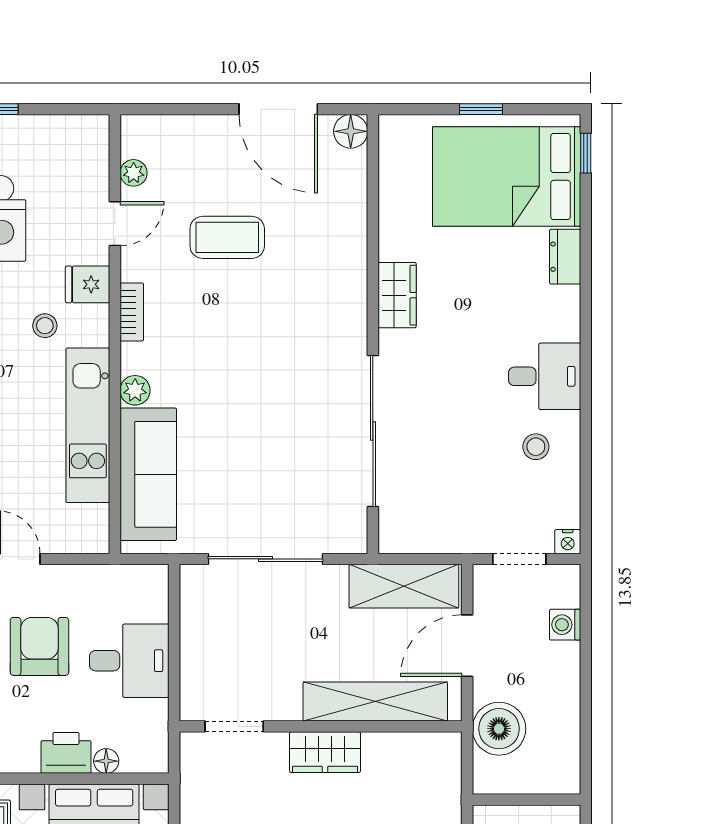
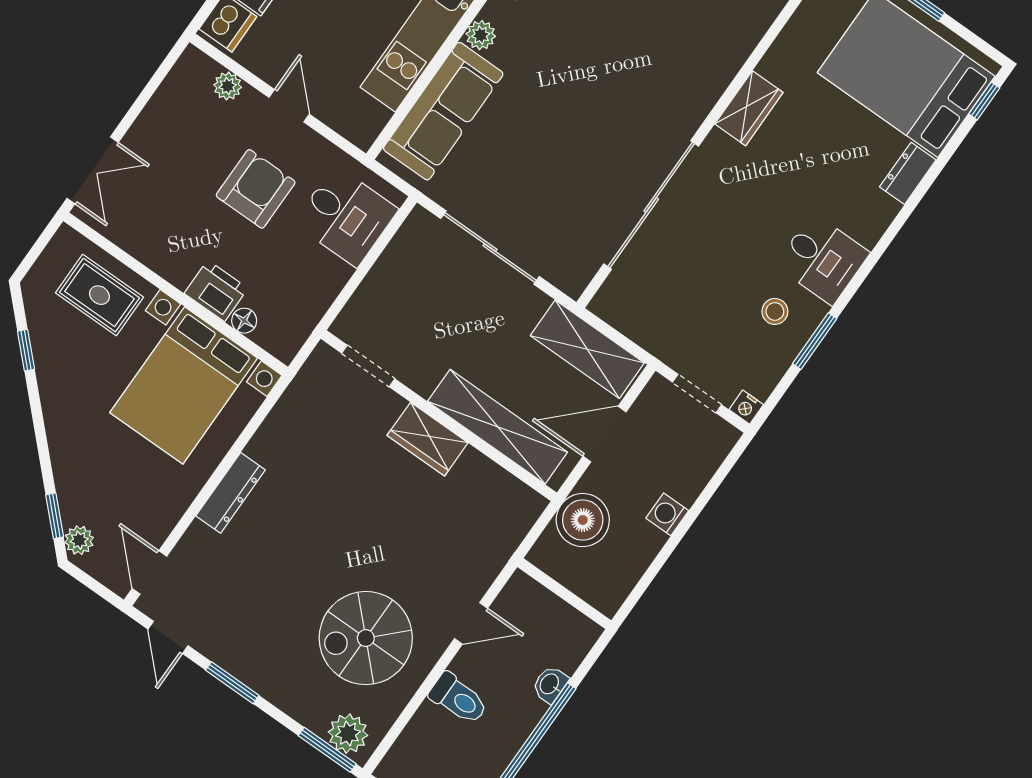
window: (586, 448) -> (815, 341), added
washing machine: (565, 625) -> (667, 514), moved
desk: (129, 661) -> (346, 216), moved

